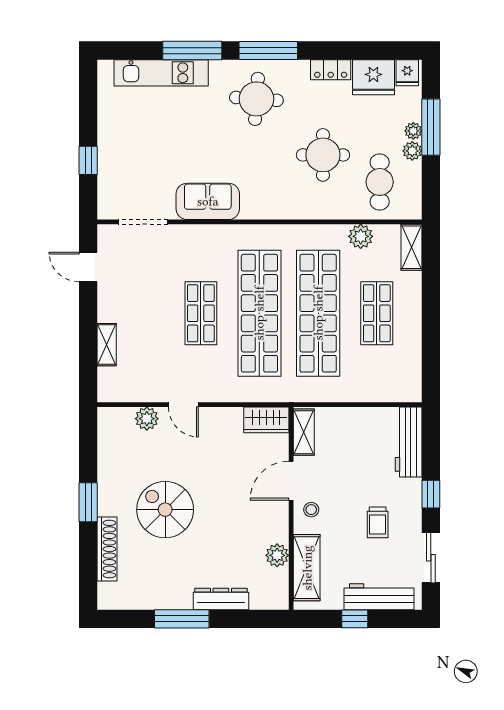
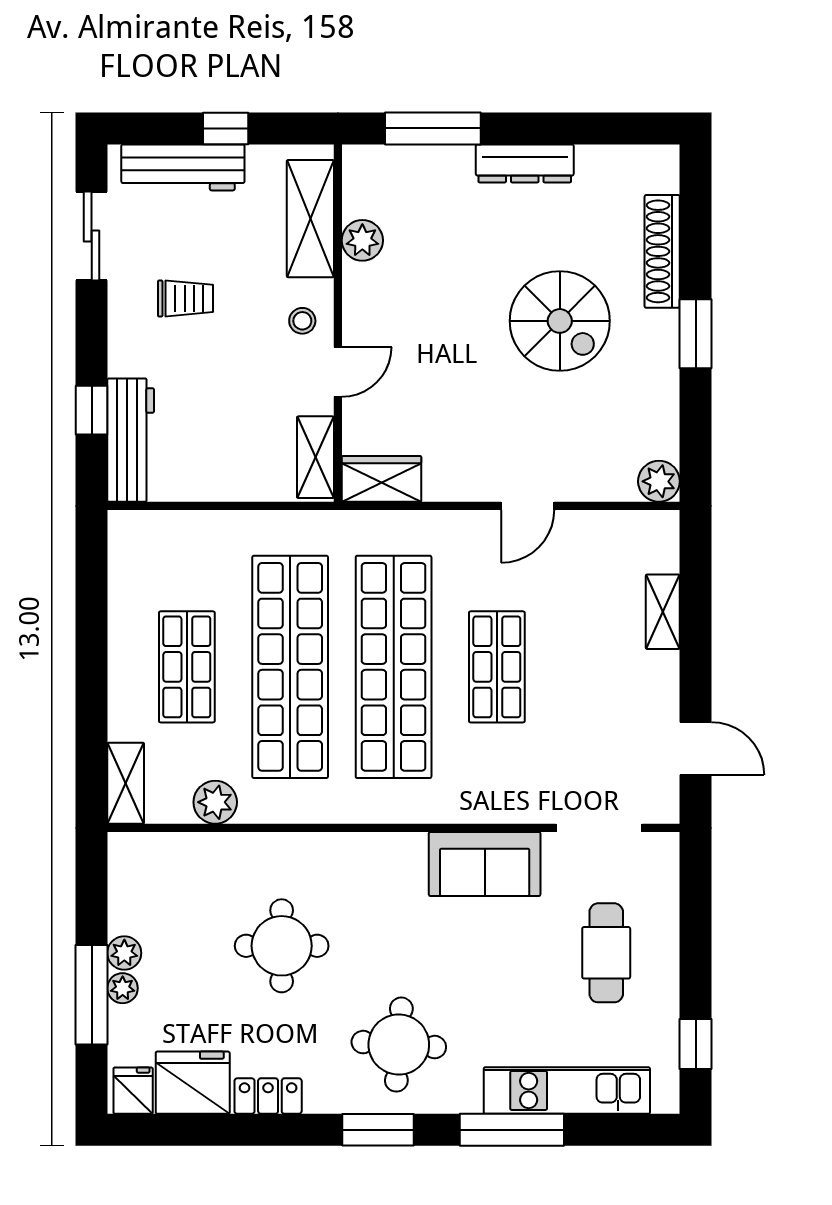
window: (268, 51) -> (378, 1130), width x0.69
window: (88, 160) -> (696, 1044), moved
cafe table: (380, 182) -> (606, 953), moved
door: (183, 405) -> (528, 506), swing flipped
plant: (147, 419) -> (659, 481), moved
door: (291, 481) -> (338, 372), width x0.73
window: (431, 494) -> (92, 410), moved
trolley: (378, 522) -> (185, 298), turned 90
dresser: (221, 599) -> (525, 163), moved
window: (182, 619) -> (433, 128), moved

